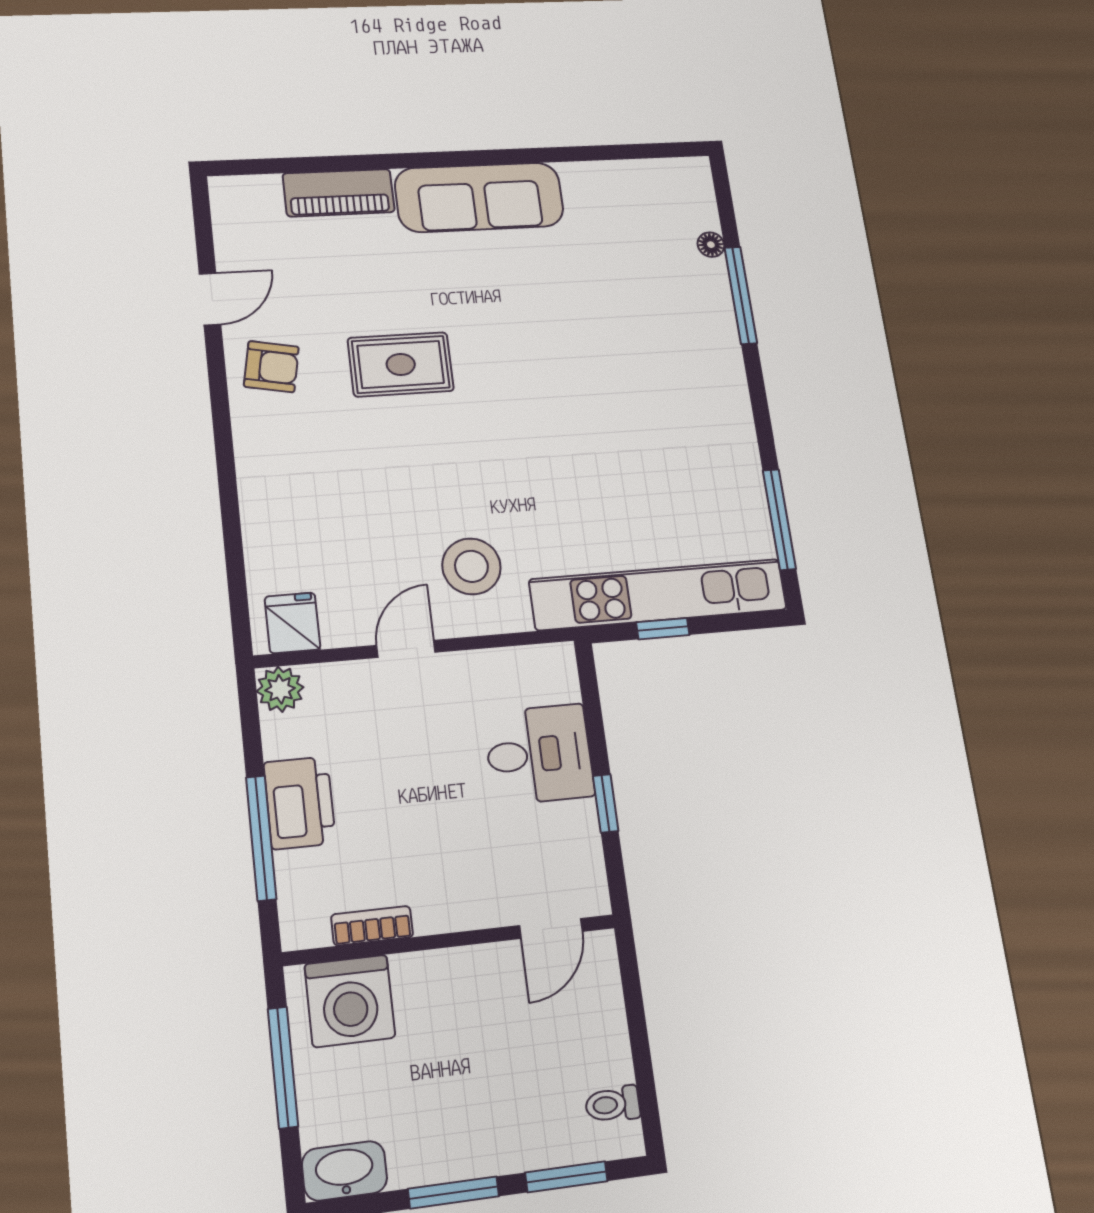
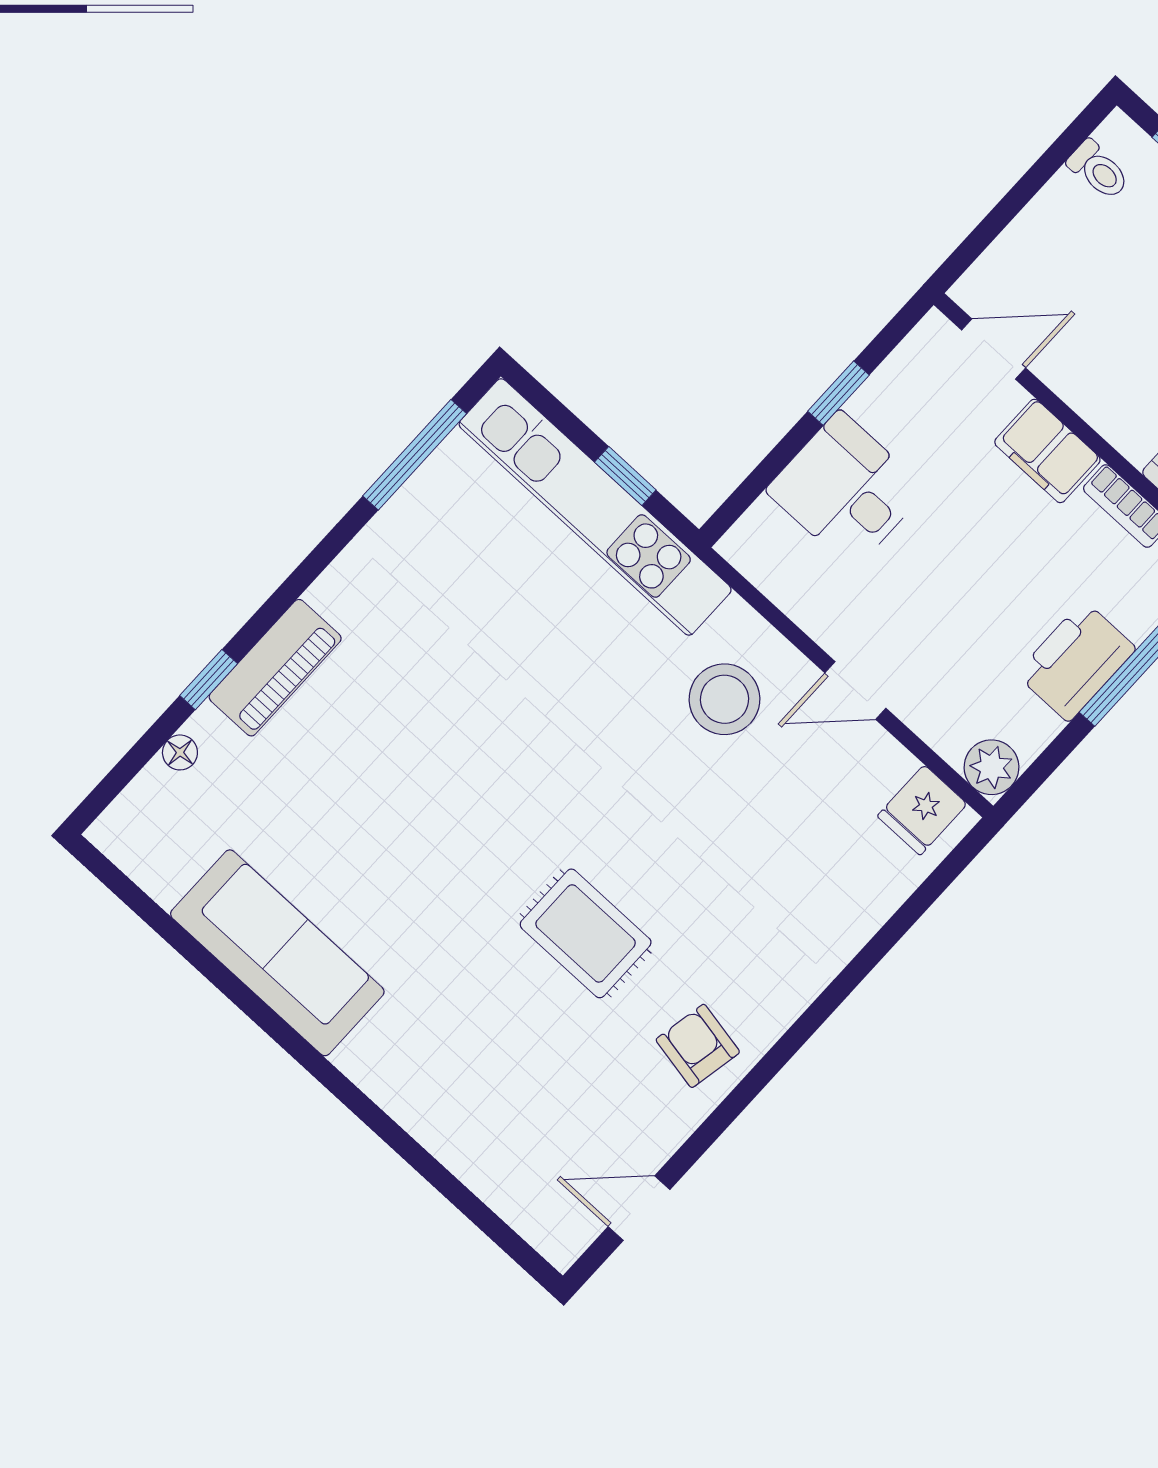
piano: (339, 193) -> (275, 668), moved, turned 90
sofa: (479, 197) -> (277, 953), moved
window: (741, 295) -> (209, 680), width x0.46
door: (210, 299) -> (639, 1208), moved
filing cabinet: (454, 905) -> (1047, 451), added

